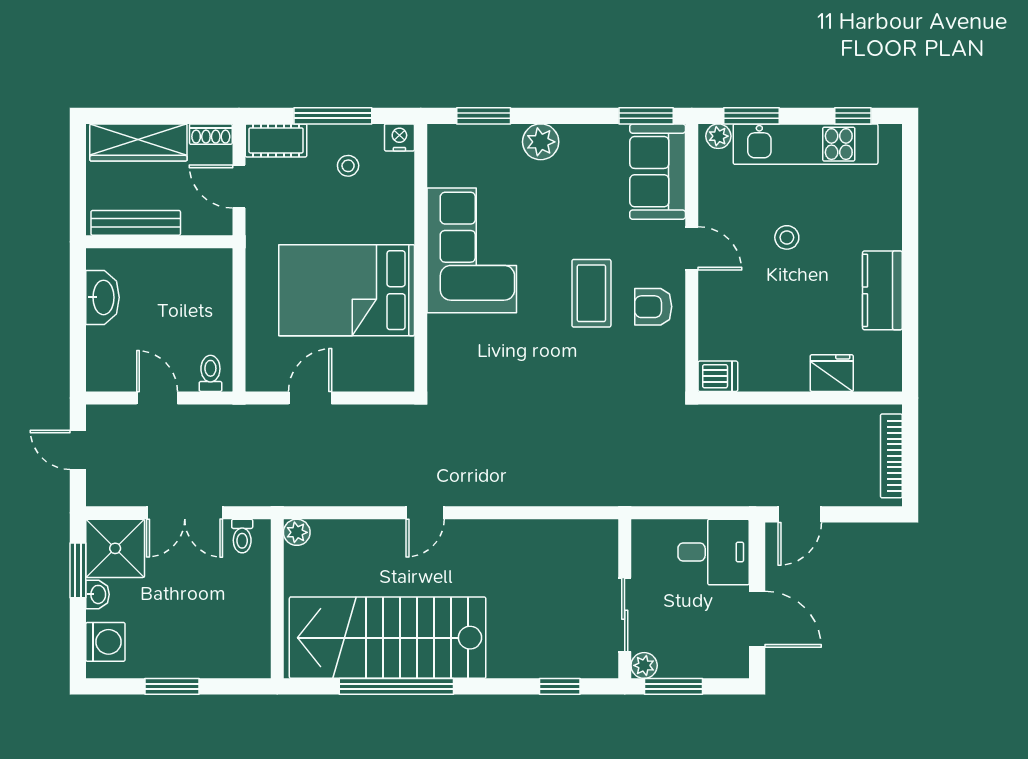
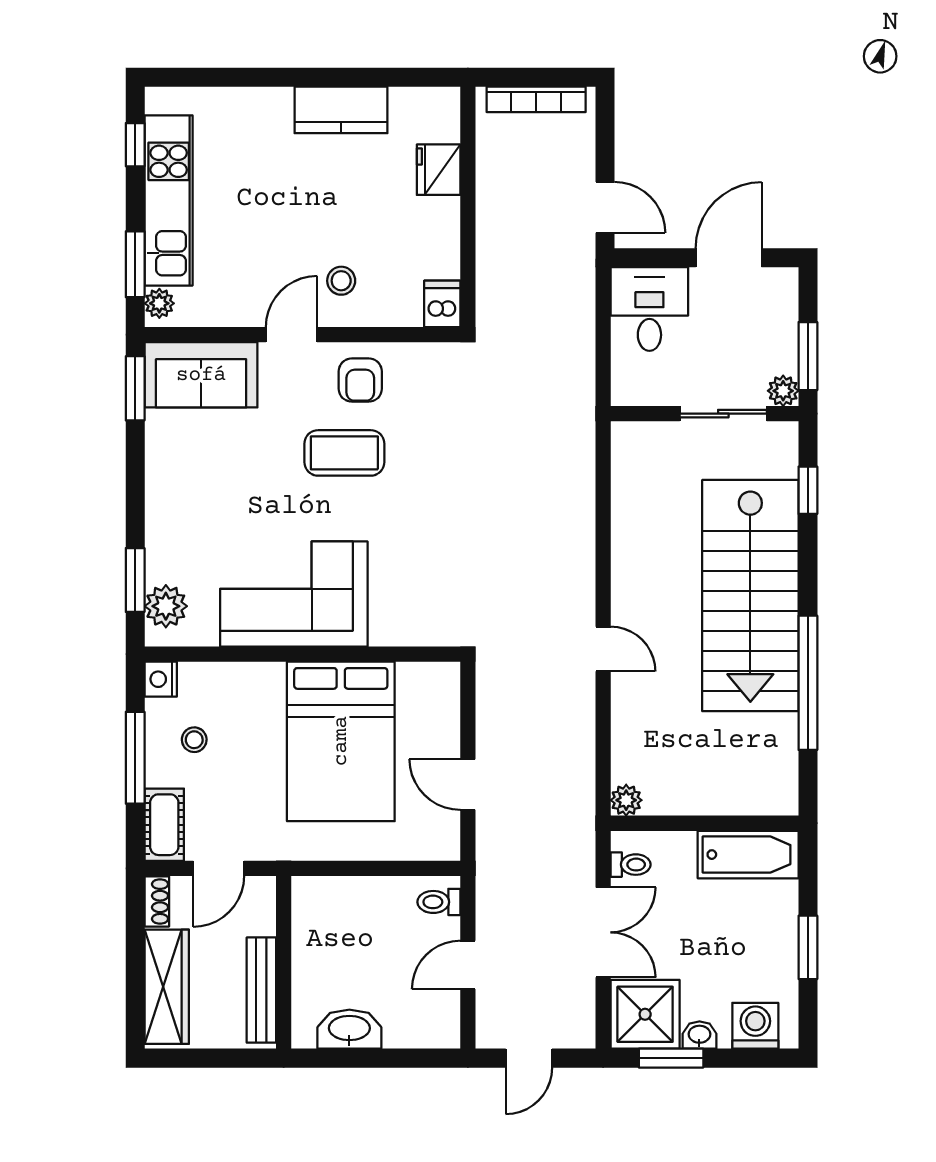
plant: (541, 142) -> (166, 606), moved
stool: (787, 237) -> (341, 281), moved
bathtub: (251, 636) -> (748, 855), added
stairs: (388, 638) -> (750, 596), moved

